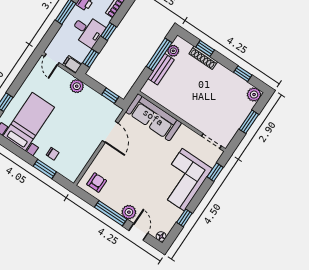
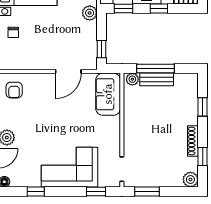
plant: (173, 51) -> (132, 79), moved
window: (159, 54) -> (156, 69), moved
shoe rack: (203, 58) -> (193, 141), moved
sofa: (153, 117) -> (108, 94), width x0.73
window: (249, 122) -> (147, 192), moved
armchair: (97, 182) -> (14, 90), turned 90

